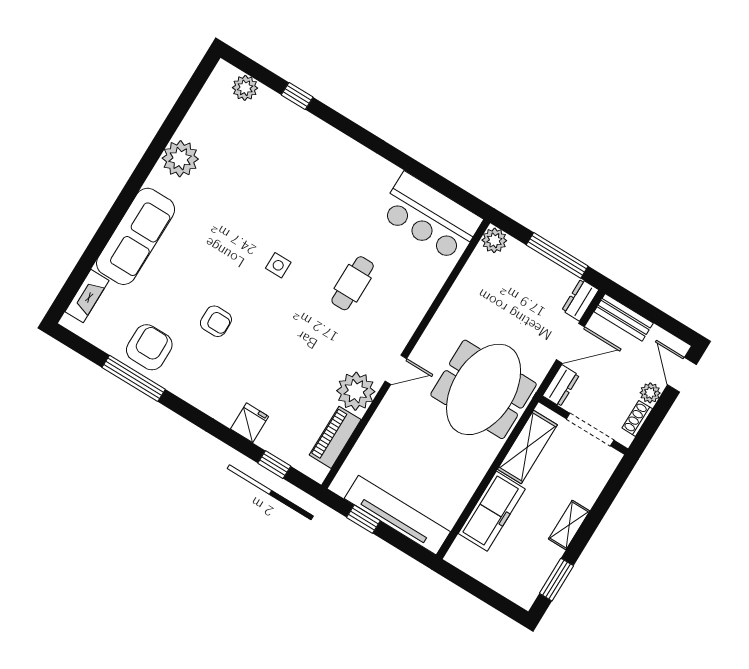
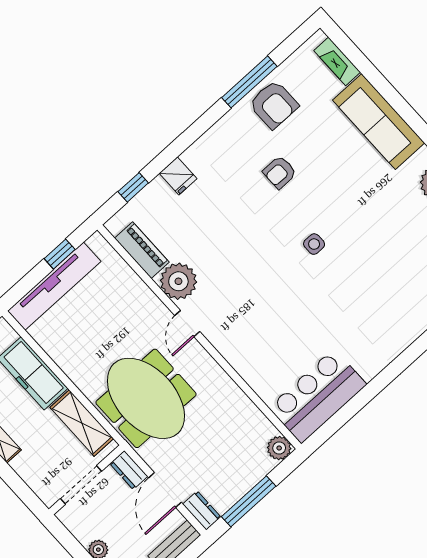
cafe table: (353, 283) -> (278, 307), removed
shoe rack: (637, 418) -> (78, 531), removed

